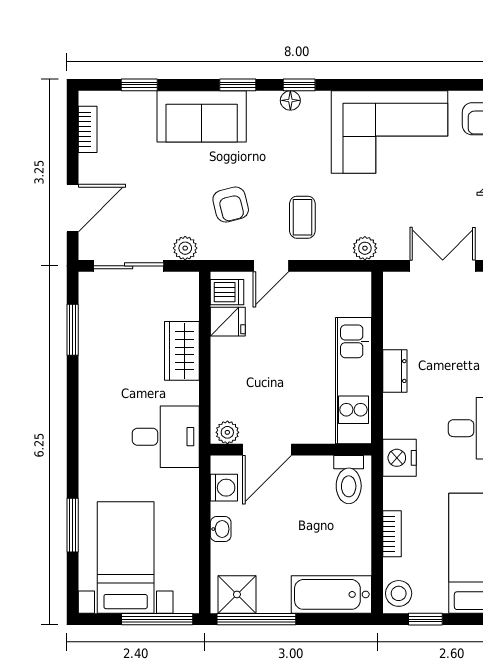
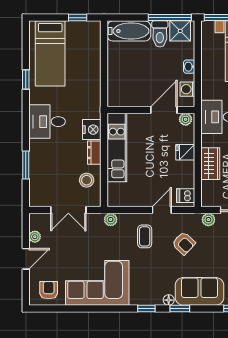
floor lamp: (290, 100) -> (169, 300), moved
armchair: (231, 205) -> (184, 243), turned 147
fridge: (228, 322) -> (185, 152), moved
nightstand: (399, 458) -> (92, 130), moved
toilet: (349, 480) -> (160, 34), moved, turned 180
bookcase: (392, 534) -> (96, 64), removed
stool: (399, 593) -> (87, 180), moved

